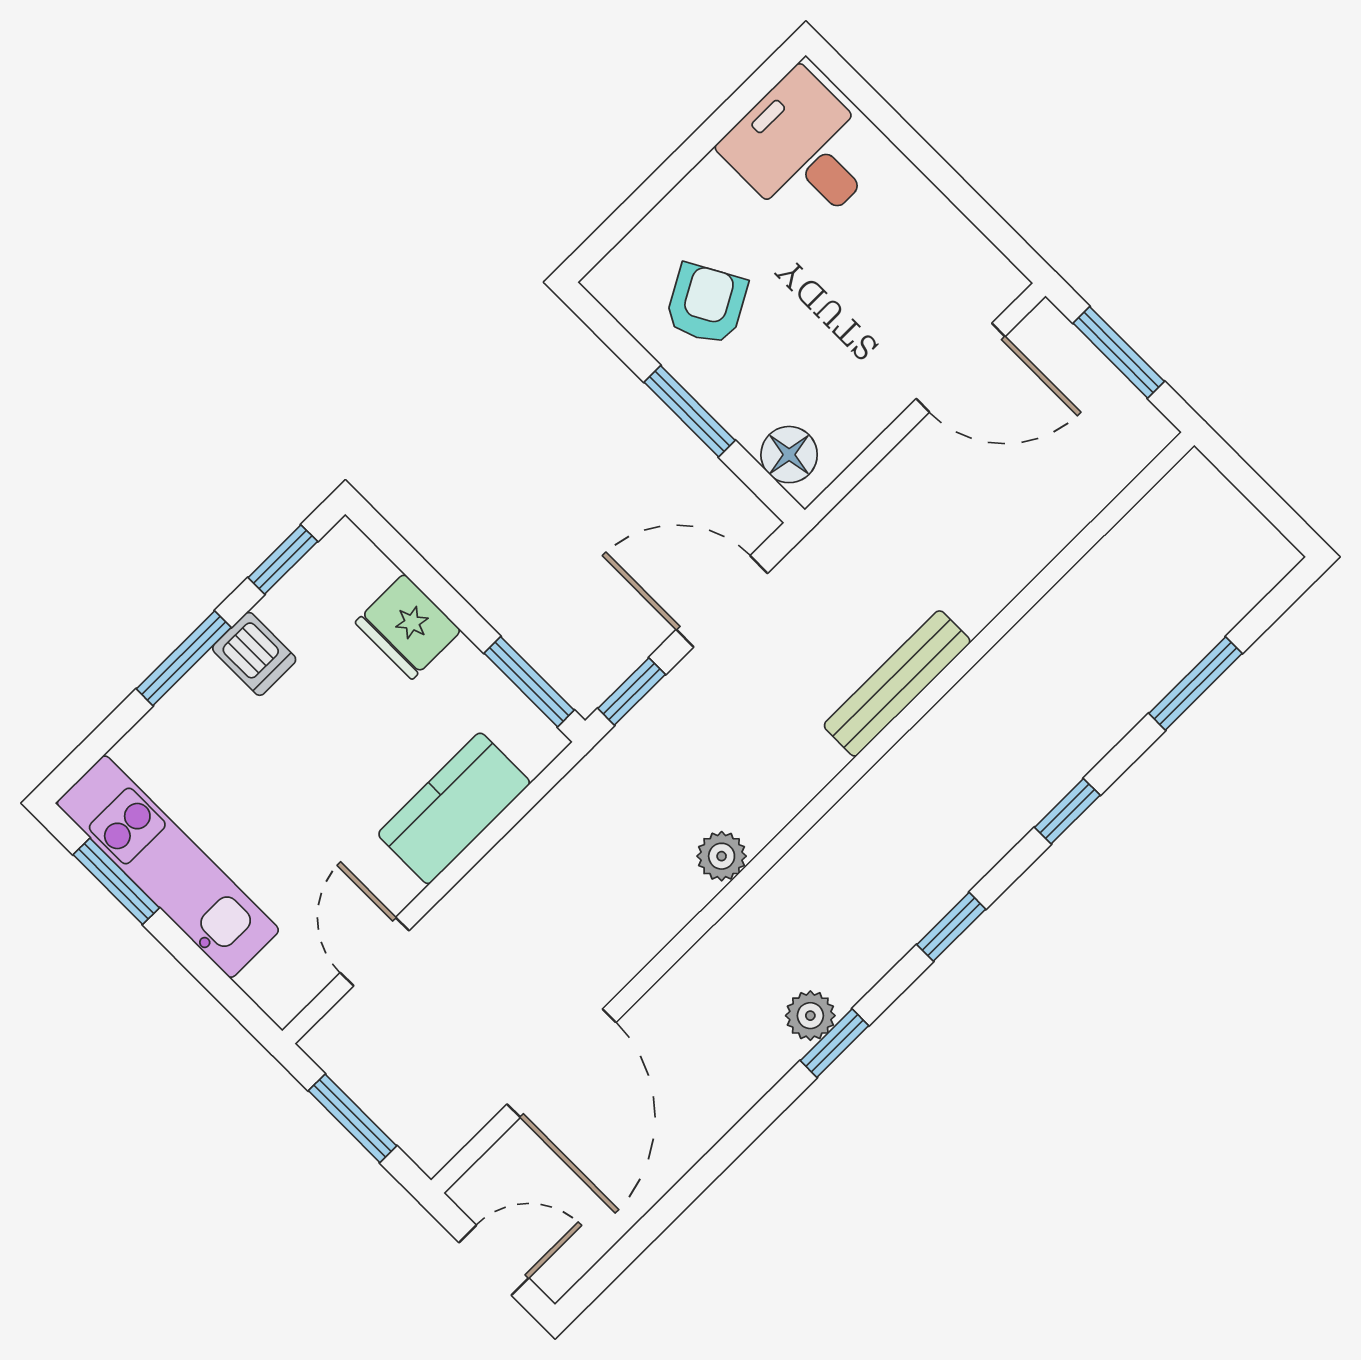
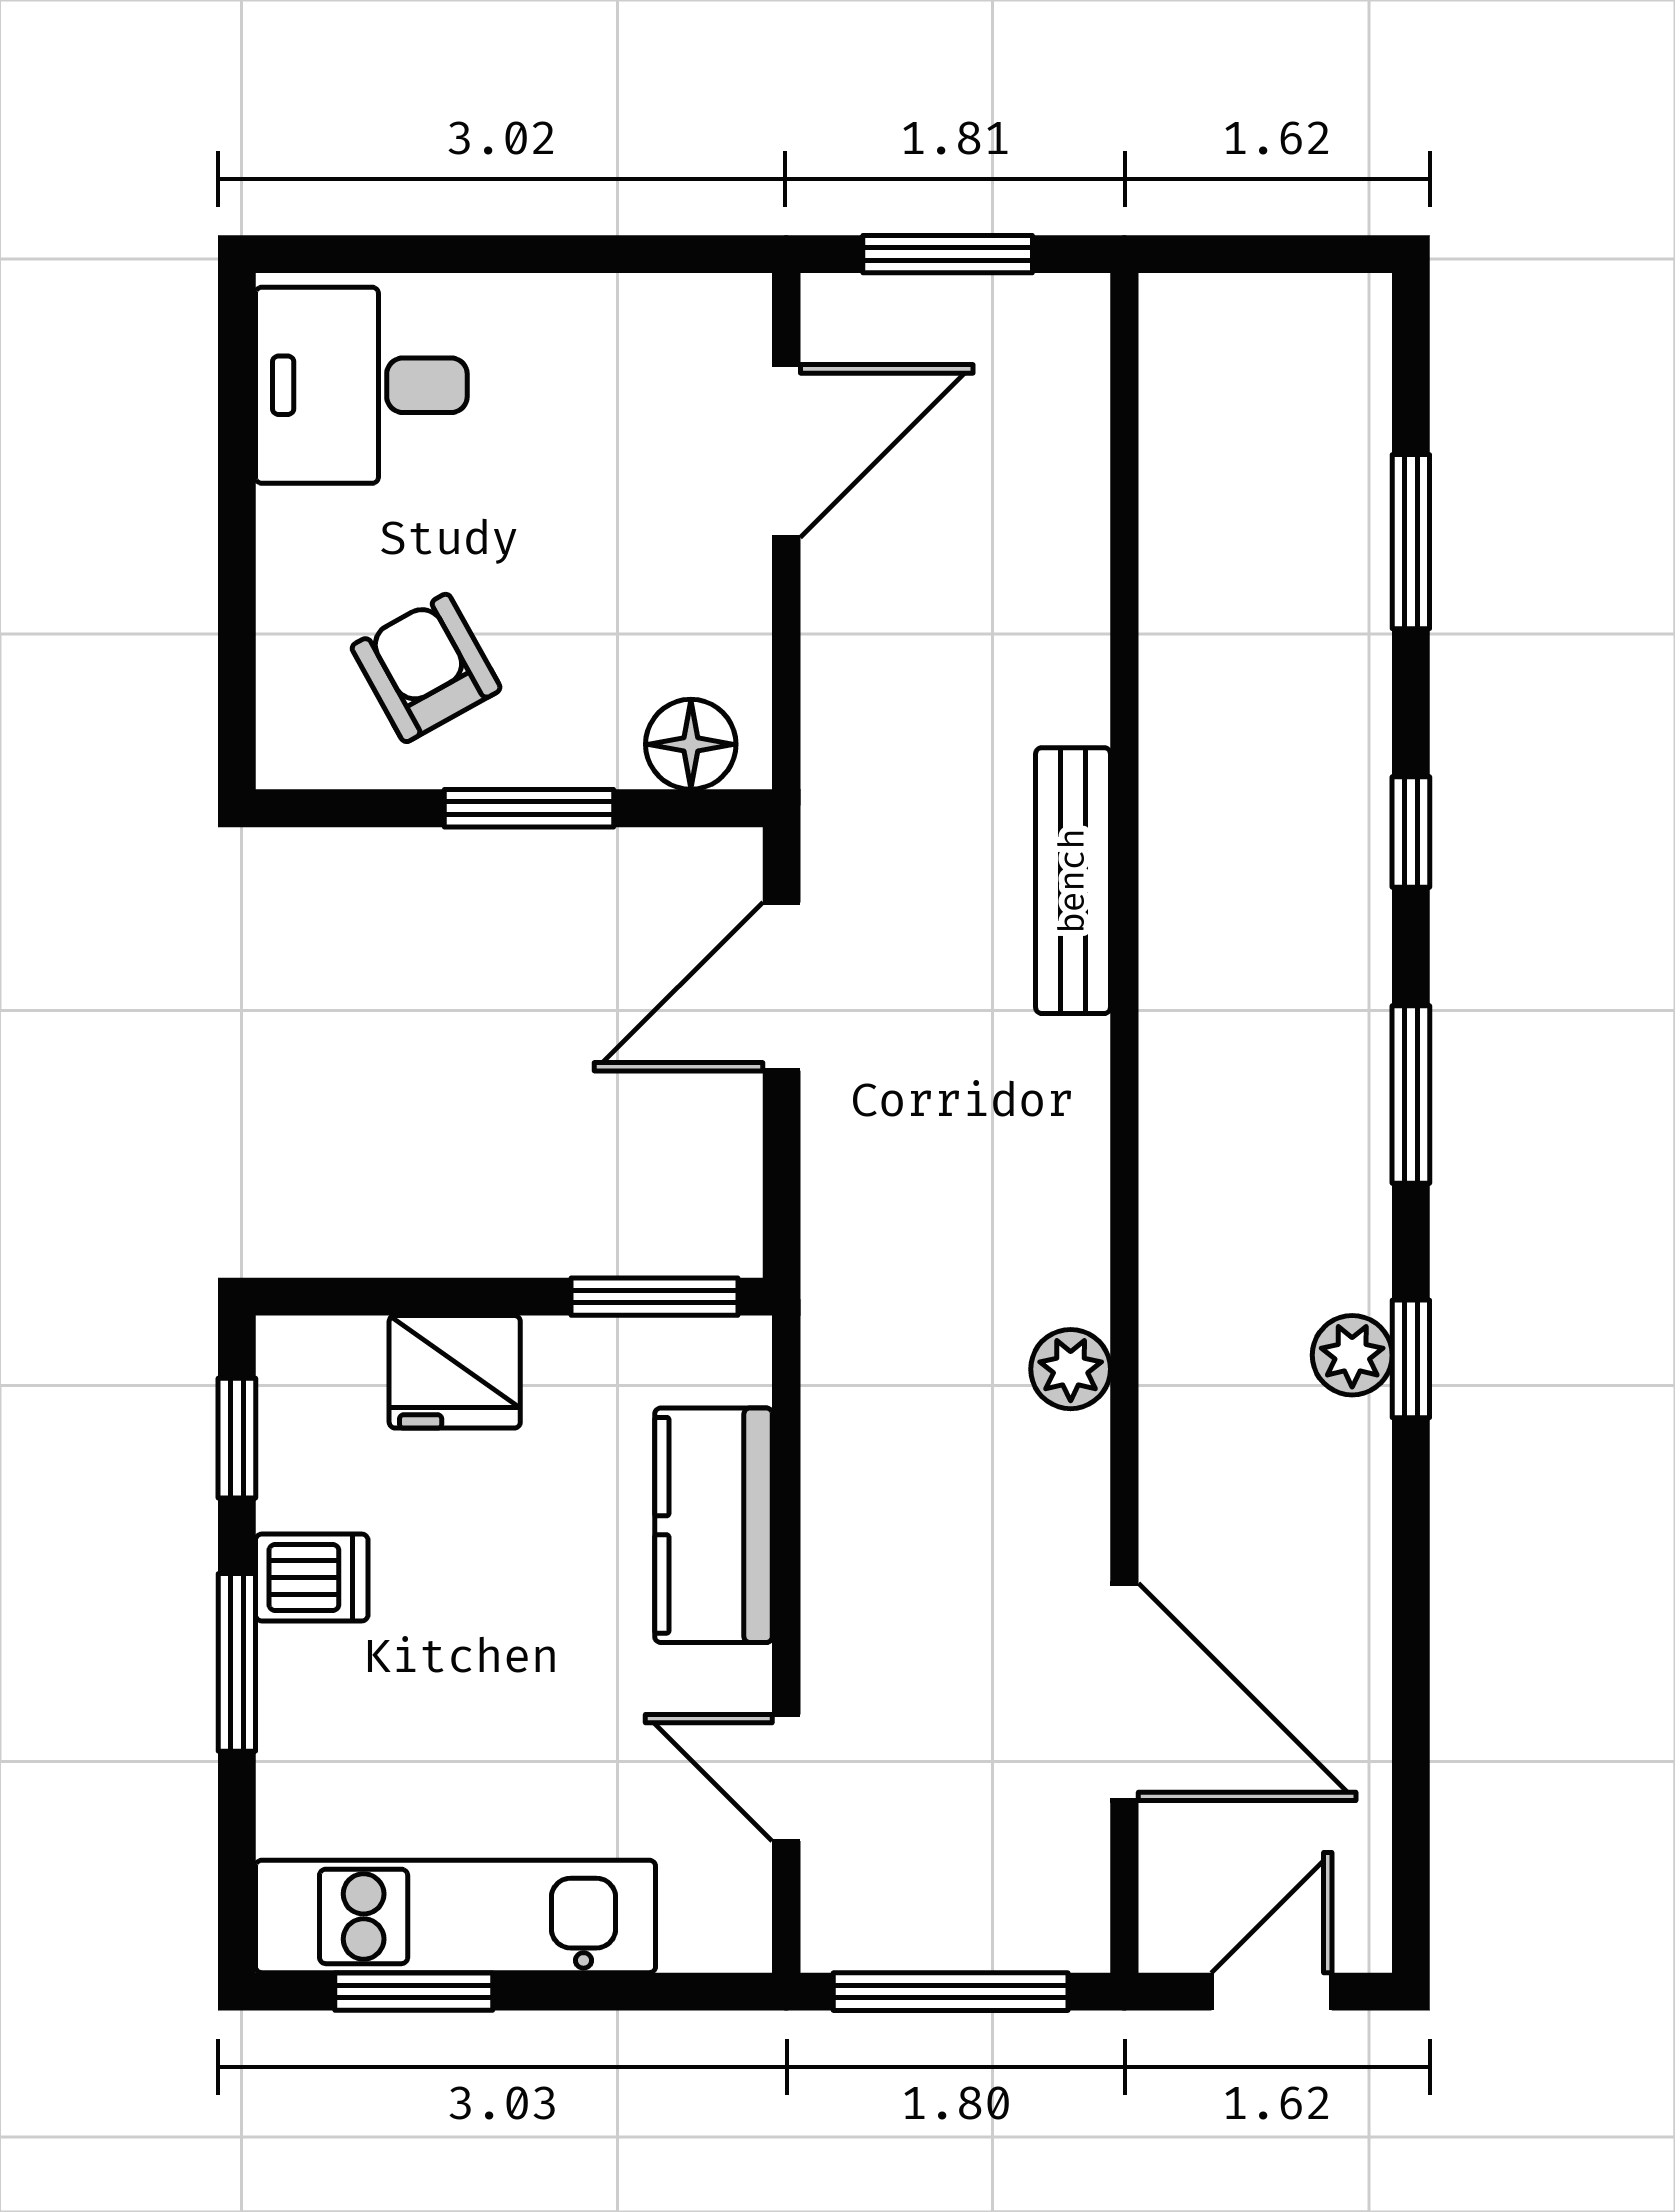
window: (632, 691) -> (782, 1191), removed
plant: (722, 856) -> (1071, 1369), moved
window: (951, 927) -> (1411, 1094), width x1.50
window: (353, 1118) -> (951, 1992), width x1.44

